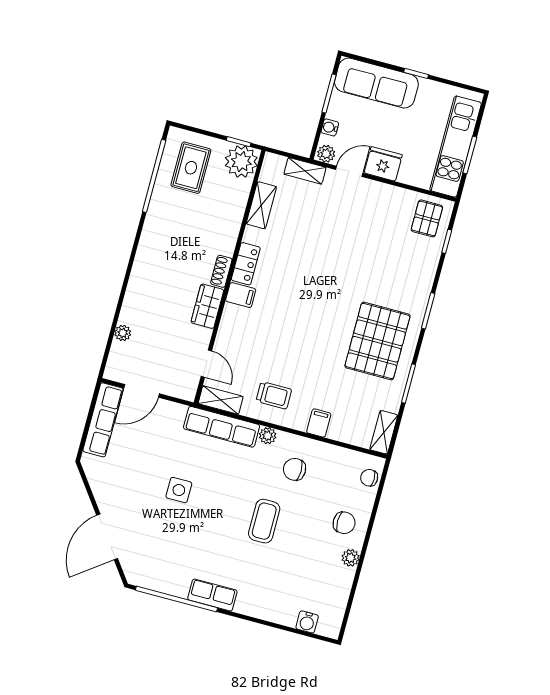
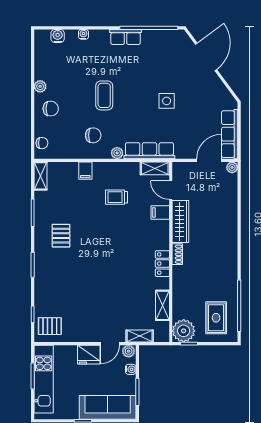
pallet: (427, 218) -> (50, 326), turned 90
filing cabinet: (241, 295) -> (160, 212), moved
wardrobe: (207, 306) -> (180, 221), width x1.50
plant: (123, 333) -> (232, 167), moved
pallet: (377, 341) -> (61, 236), width x0.49, depth x0.50
trolley: (274, 395) -> (117, 197), moved
chair: (344, 523) -> (51, 109), turned 180
water cooler: (270, 614) -> (83, 34), added

